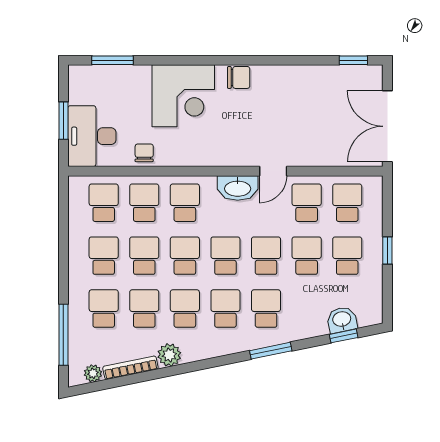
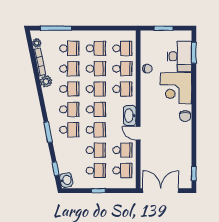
desk: (92, 136) -> (180, 56), moved, turned 90
washbasin: (342, 320) -> (66, 180), moved

